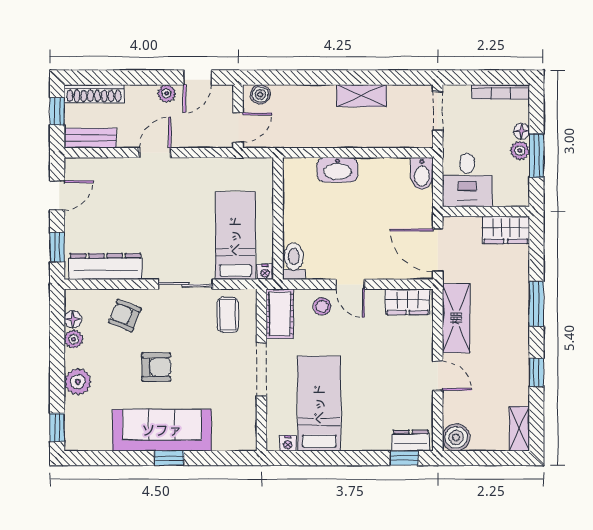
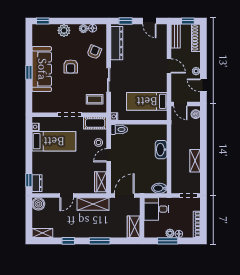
bed: (235, 236) -> (147, 101), moved, turned 180

